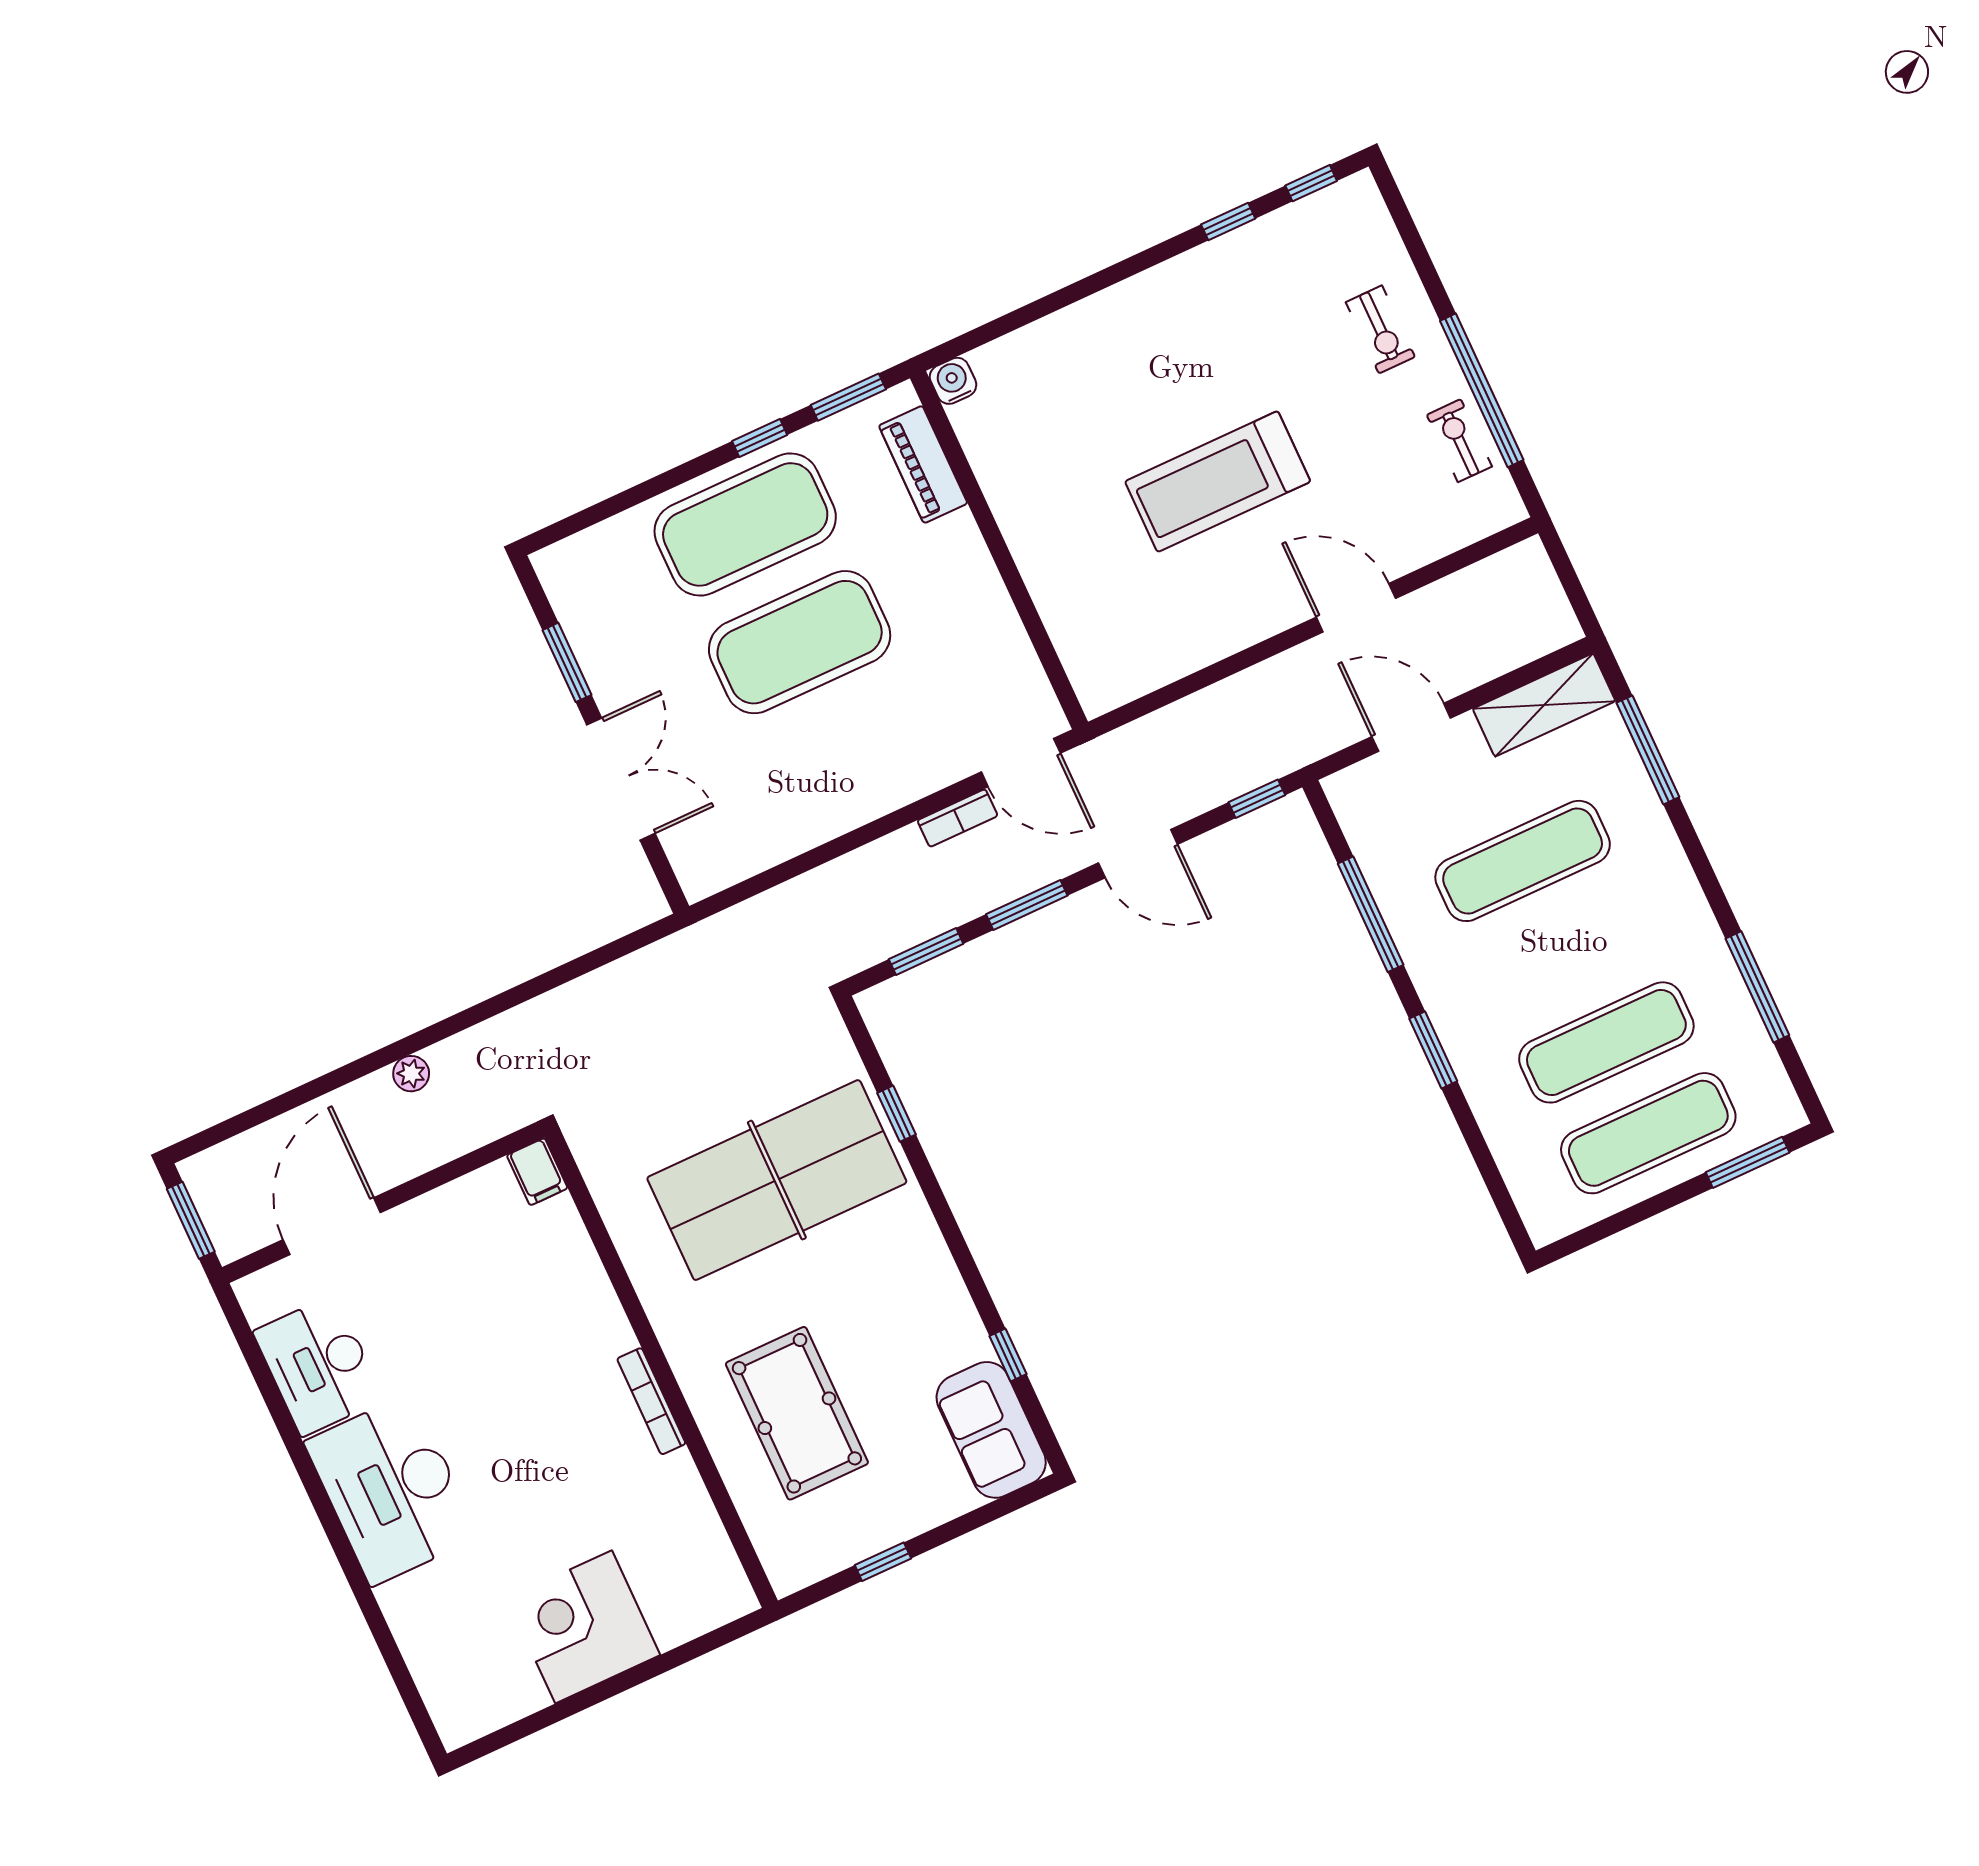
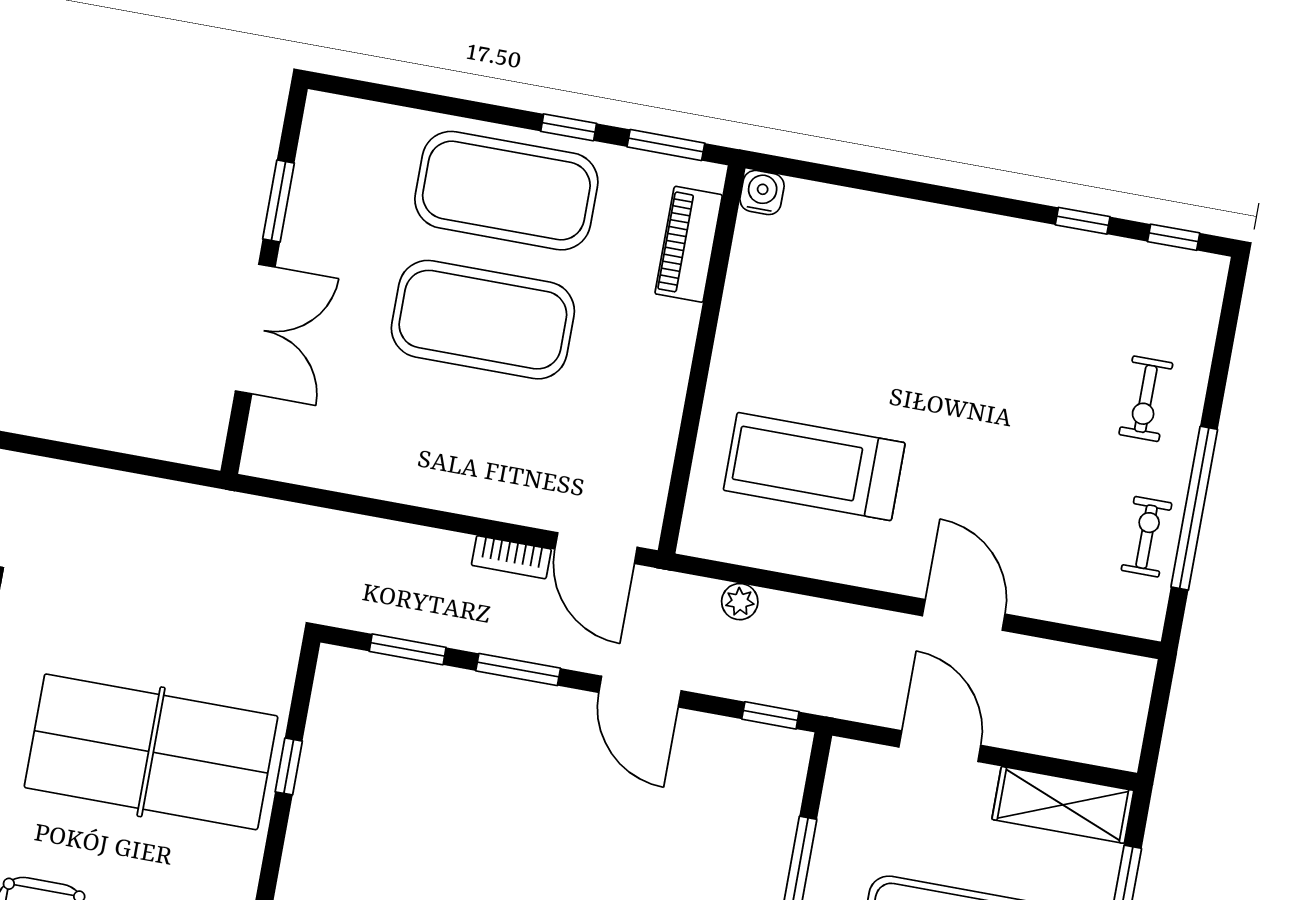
treadmill: (1218, 482) -> (814, 467), moved
plant: (1167, 724) -> (740, 602), added

